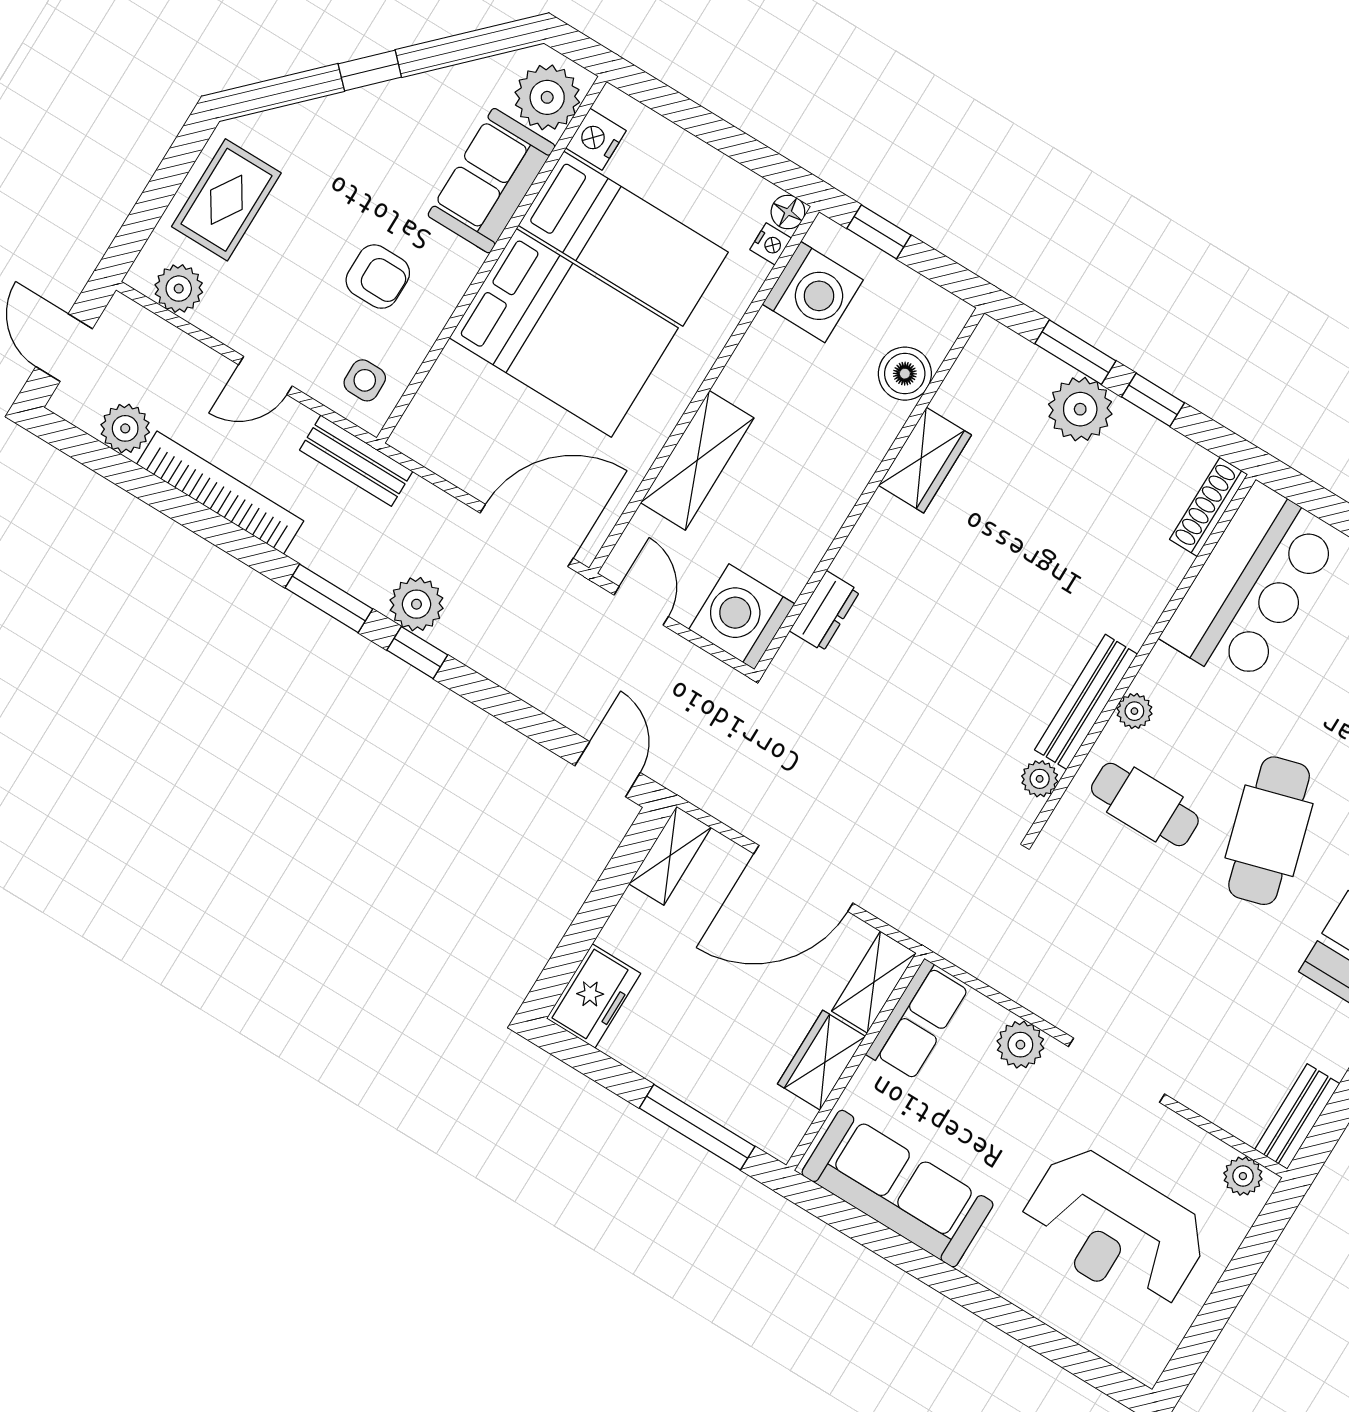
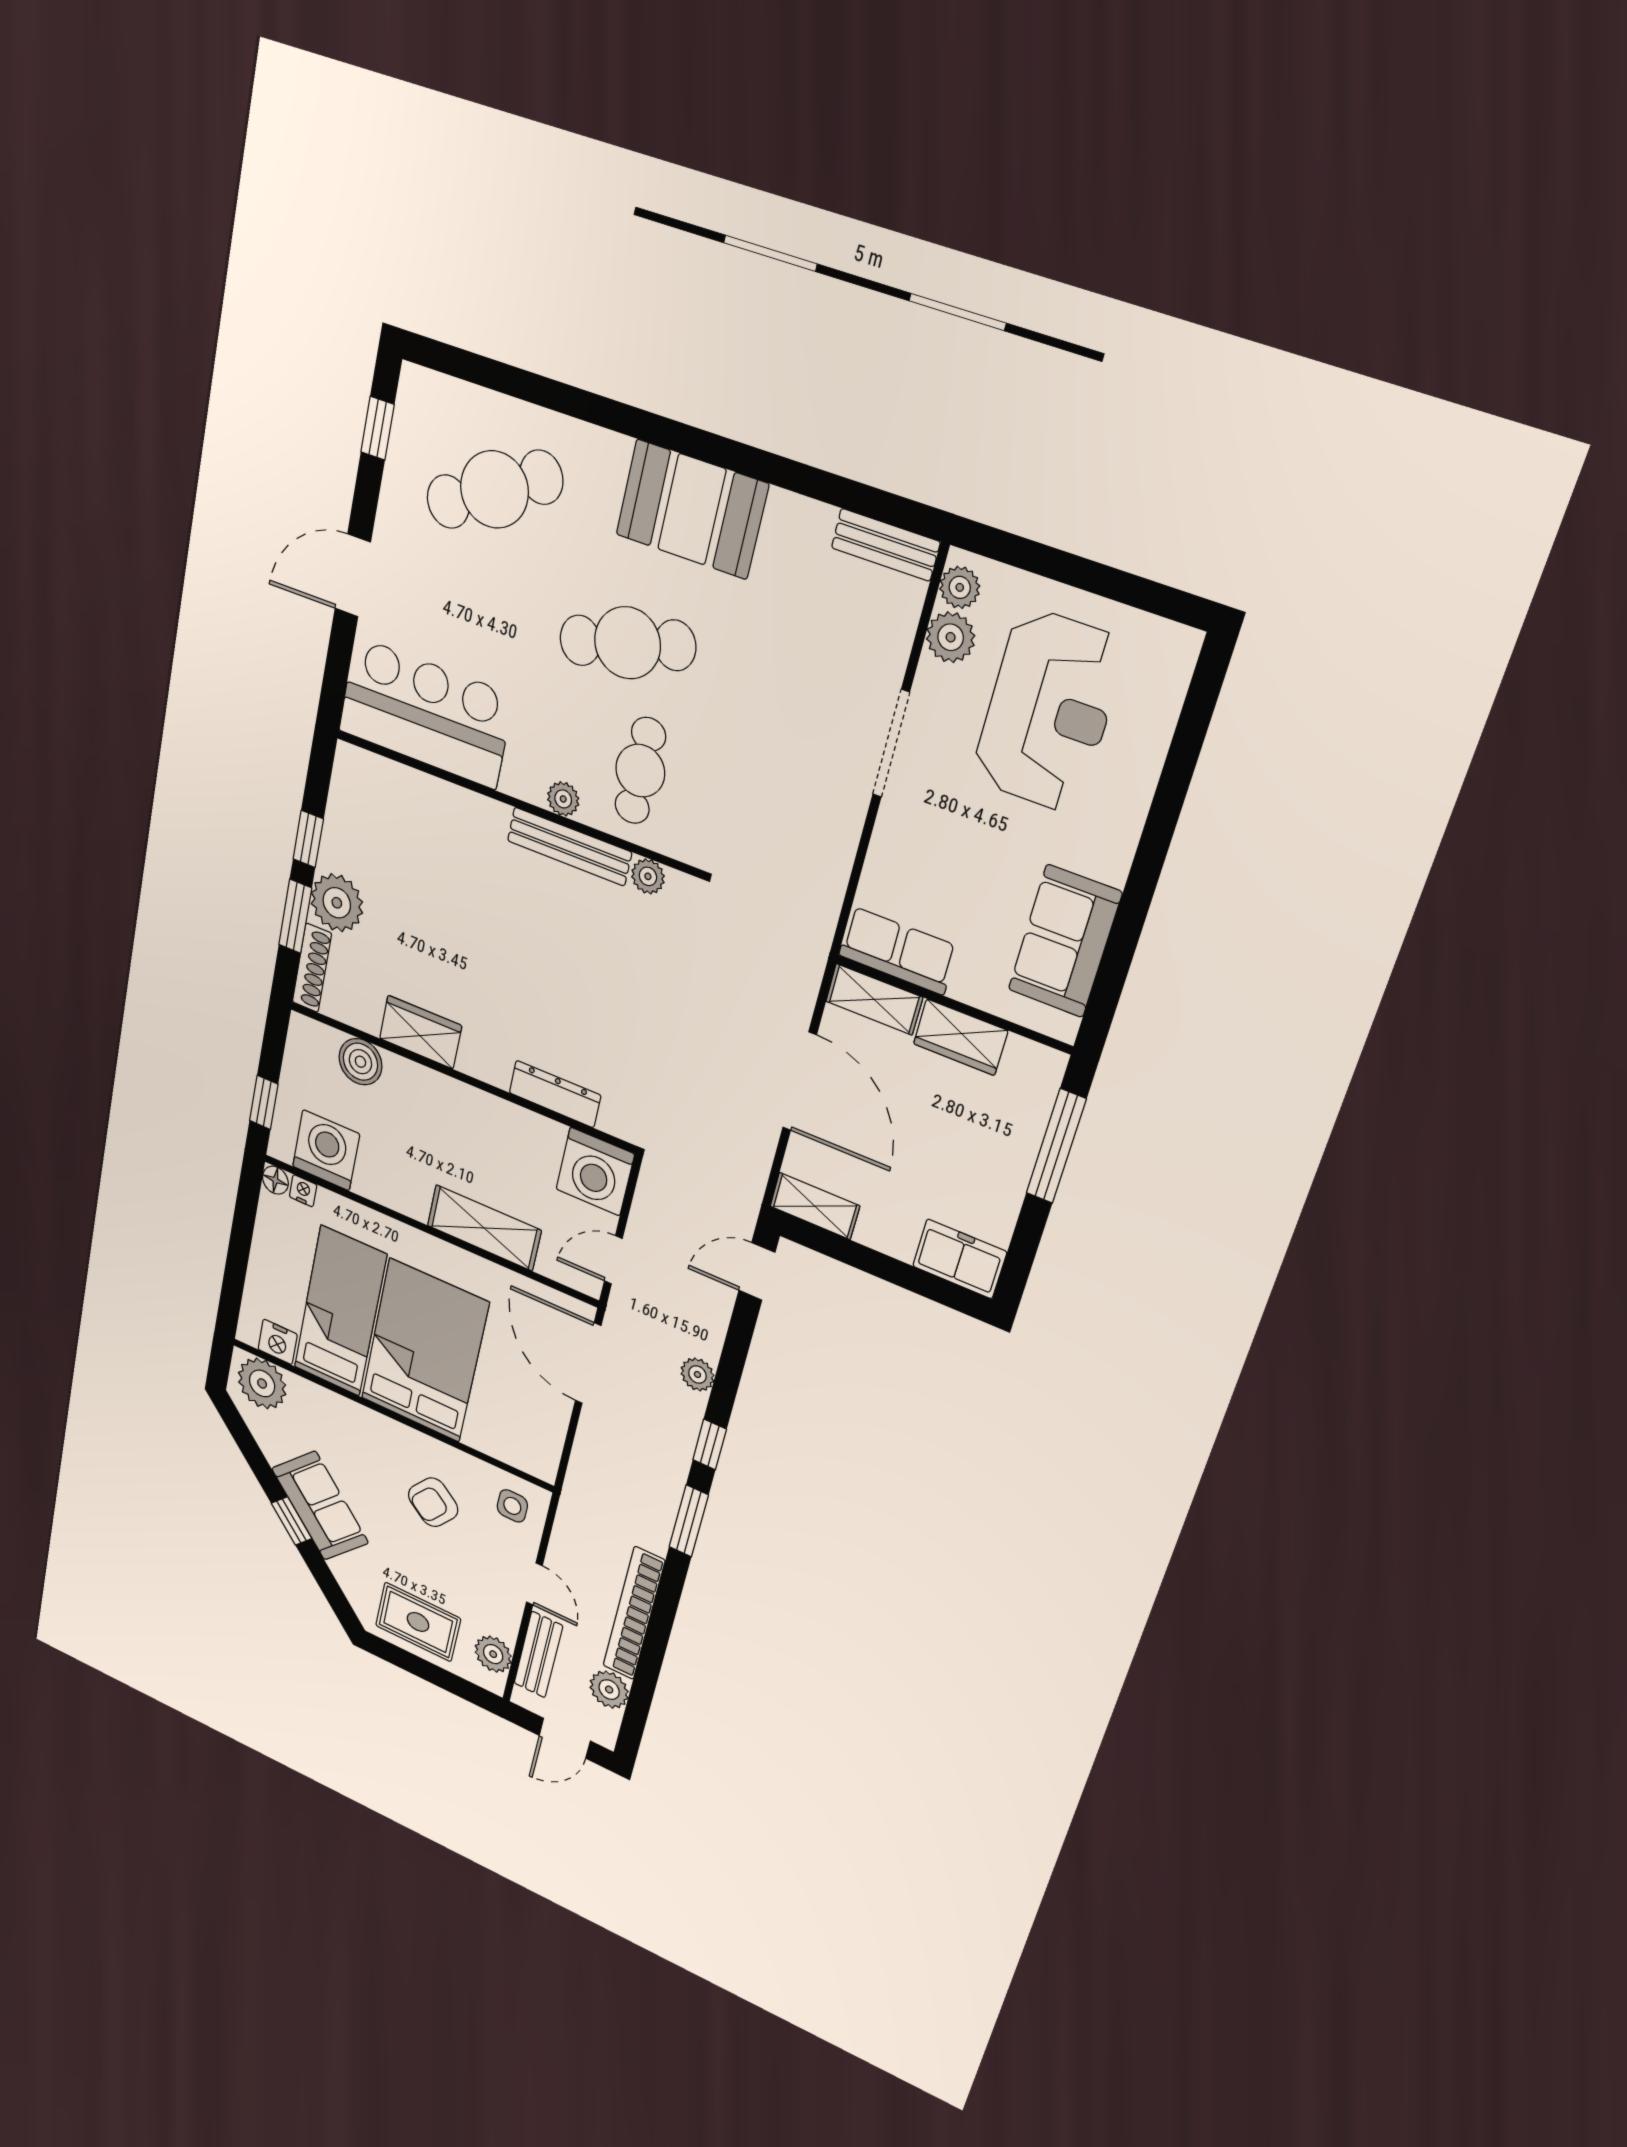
sofa: (491, 181) -> (320, 1506), moved, turned -135
armchair: (378, 277) -> (433, 1502), turned -141
bench: (356, 461) -> (538, 1655), moved
shoe rack: (1209, 507) -> (312, 968), moved, turned -90
plant: (416, 604) -> (697, 1374), moved, width x0.73, depth x0.73
dresser: (825, 611) -> (555, 1094), width x1.44
plant: (1020, 1045) -> (951, 637), moved
sofa: (897, 1189) -> (1065, 941), width x0.73

